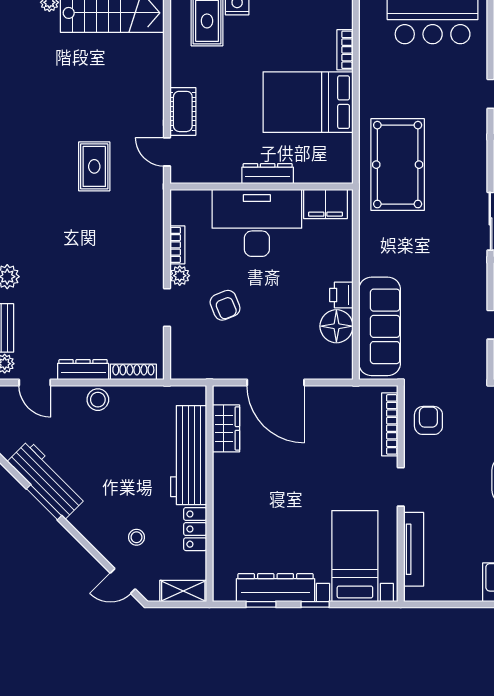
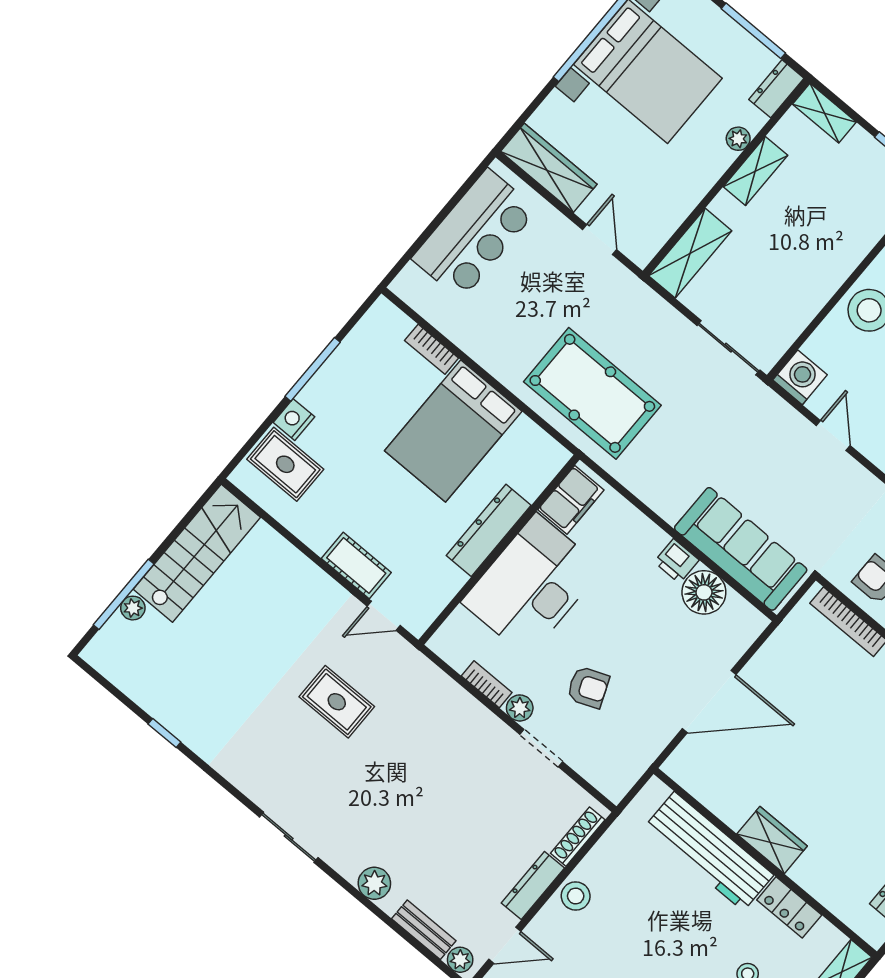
dresser: (268, 174) -> (489, 530), width x1.37, depth x1.24
wardrobe: (226, 428) -> (772, 840), moved

